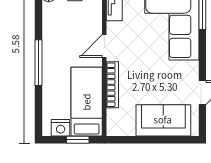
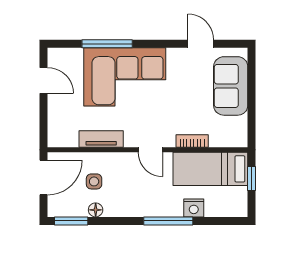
bookcase: (112, 85) -> (192, 141), width x0.64
nightstand: (61, 128) -> (194, 208), moved, turned 90

